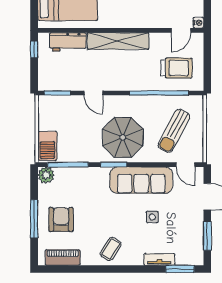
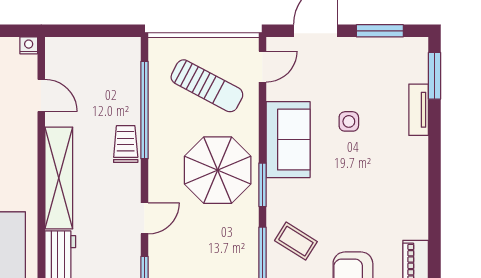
door: (181, 30) -> (41, 95), moved
trolley: (177, 68) -> (126, 144), moved, width x0.73, depth x0.72
sofa: (141, 180) -> (288, 140), width x0.73
coffee table: (111, 249) -> (296, 241), moved

